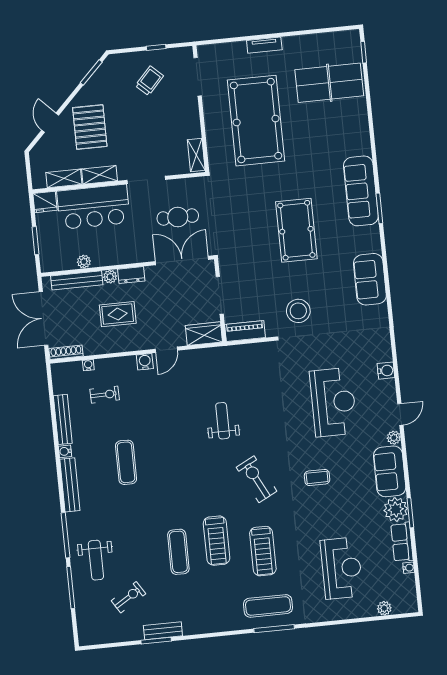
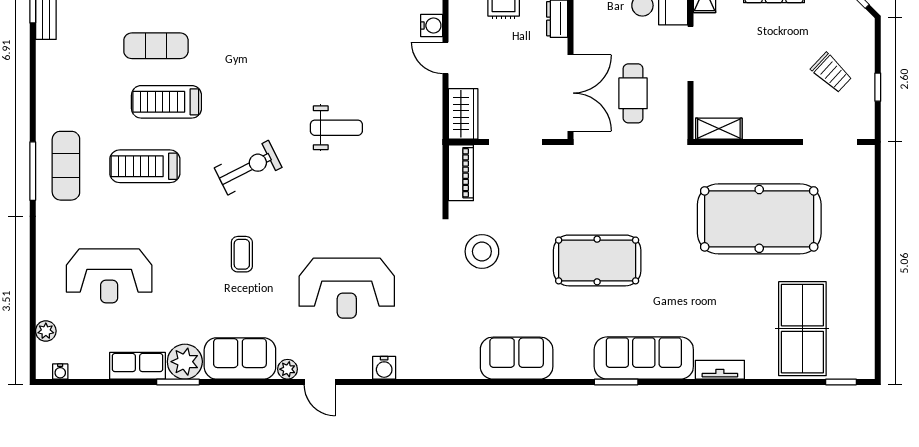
tv unit: (264, 45) -> (720, 370), moved, turned 90
water cooler: (409, 568) -> (60, 371), moved

